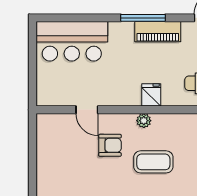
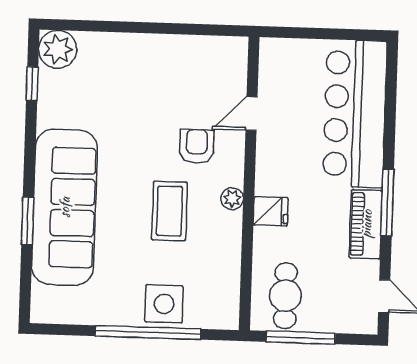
bar counter: (72, 41) -> (355, 114), width x1.36
armchair: (110, 145) -> (197, 146), turned 180

